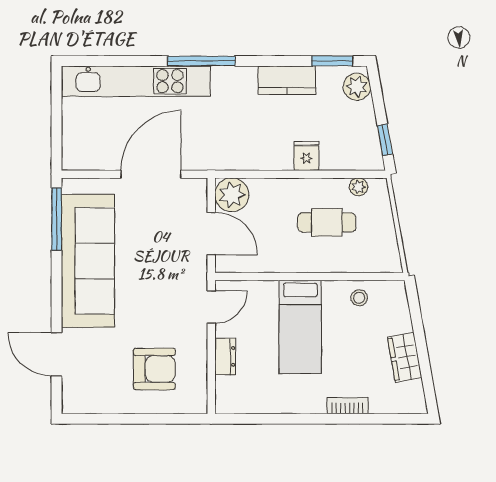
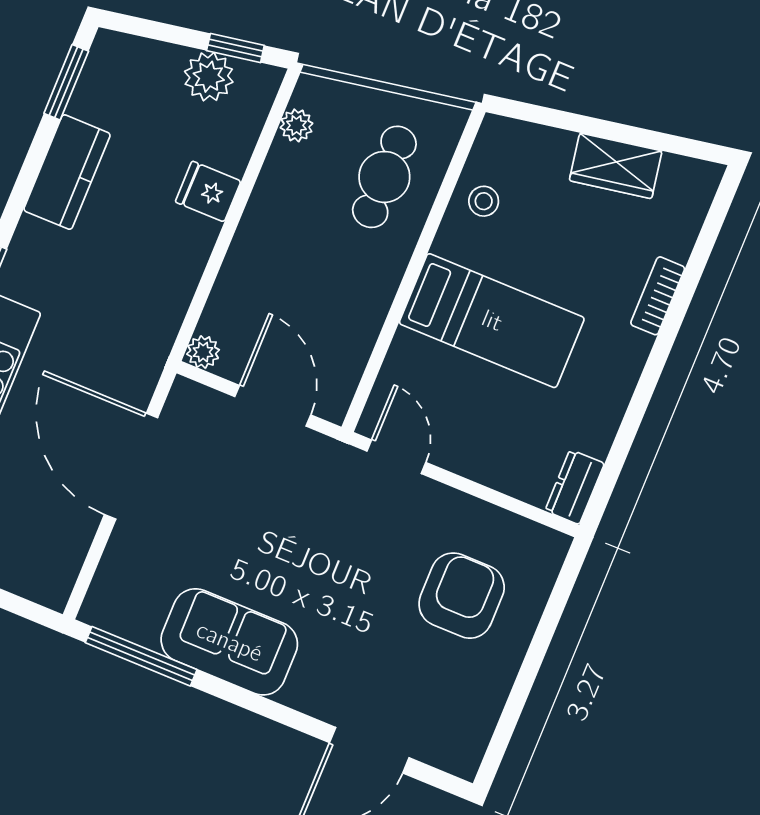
plant: (357, 87) -> (209, 77), moved
plant: (232, 195) -> (203, 352), width x0.53, depth x0.53
cafe table: (327, 222) -> (384, 177), moved
door: (211, 233) -> (273, 406), hinge flipped
sofa: (88, 261) -> (229, 642), width x0.54, depth x0.79
dresser: (225, 356) -> (575, 487), moved, turned -90

